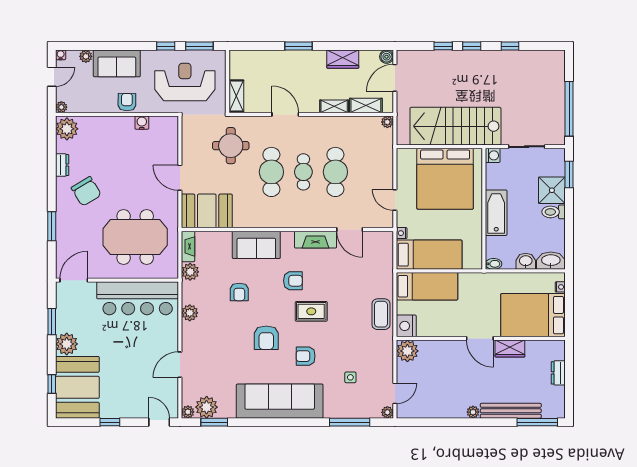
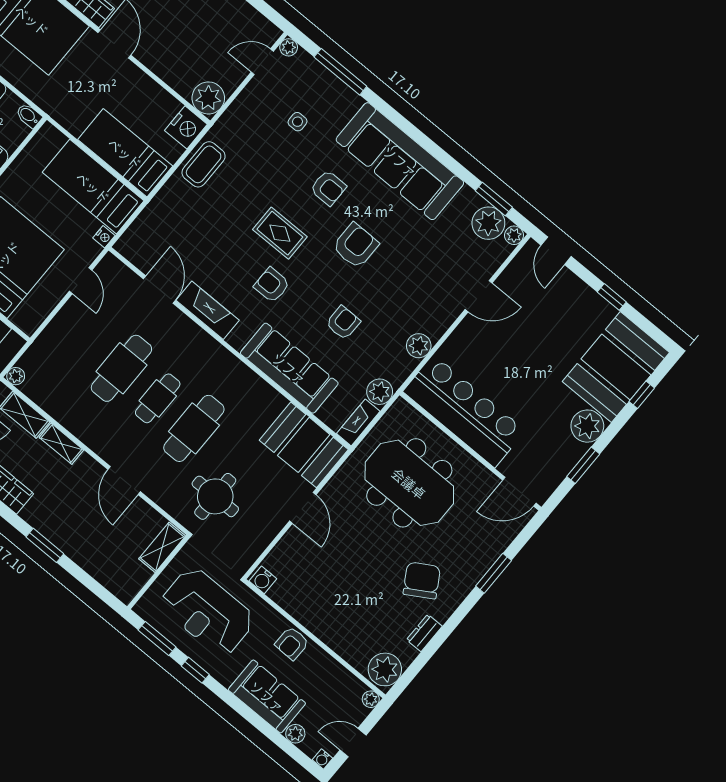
water cooler: (142, 123) -> (263, 580), moved
sofa: (256, 245) -> (289, 368), width x1.36

